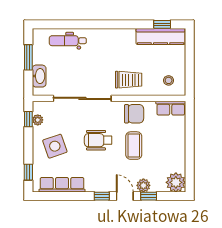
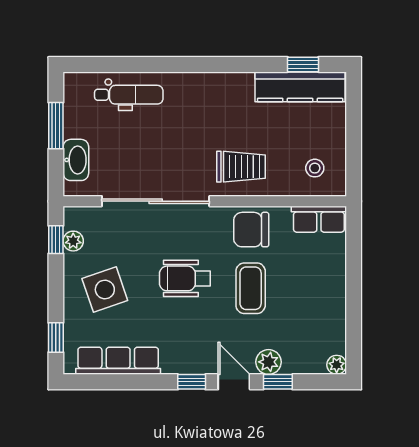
dental chair: (68, 41) -> (129, 95), turned 180
chair: (134, 114) -> (251, 230), turned 180
plant: (176, 182) -> (337, 365), width x0.53, depth x0.53

